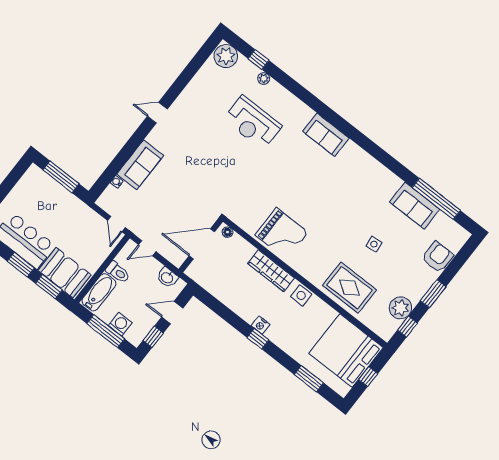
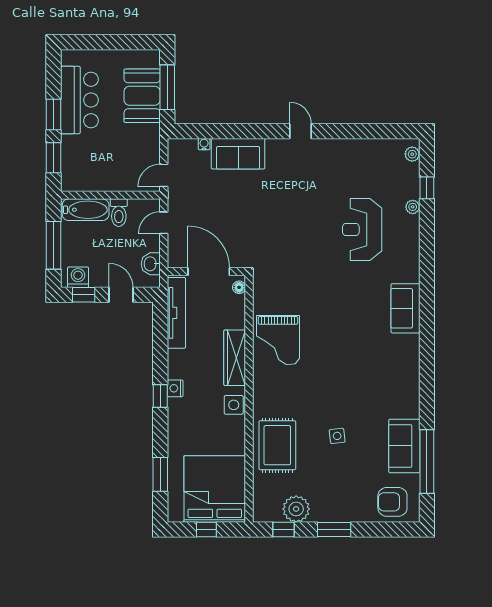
plant: (226, 56) -> (412, 154), width x0.53, depth x0.53
door: (147, 248) -> (164, 223), hinge flipped
armchair: (438, 257) -> (392, 502), moved, turned 180
booth: (64, 273) -> (142, 96), moved
tv unit: (212, 286) -> (176, 313), added
washing machine: (120, 324) -> (78, 277), moved, turned -90

